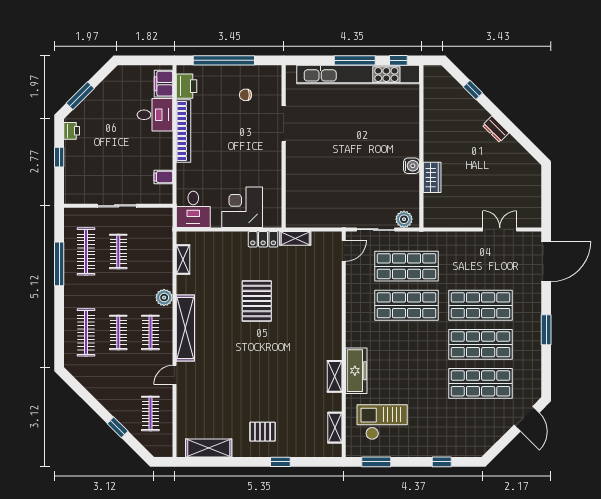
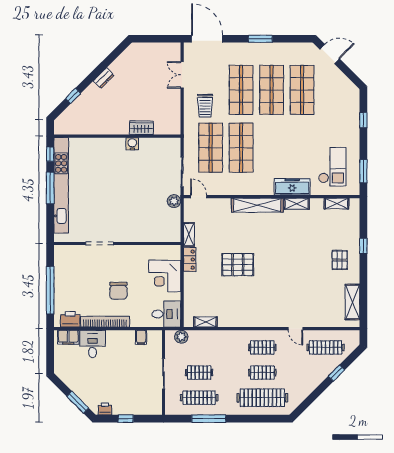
chair: (245, 95) -> (118, 291), moved, width x1.87, depth x1.87
plant: (404, 219) -> (174, 201), moved
trolley: (460, 259) -> (205, 106), added
plant: (164, 298) -> (181, 337), moved
shelving: (185, 328) -> (257, 205), moved
clothes rail: (86, 332) -> (262, 398), width x1.37, depth x1.31
clothes rail: (150, 413) -> (326, 347), width x1.36
checkout: (382, 422) -> (332, 167), turned 180

